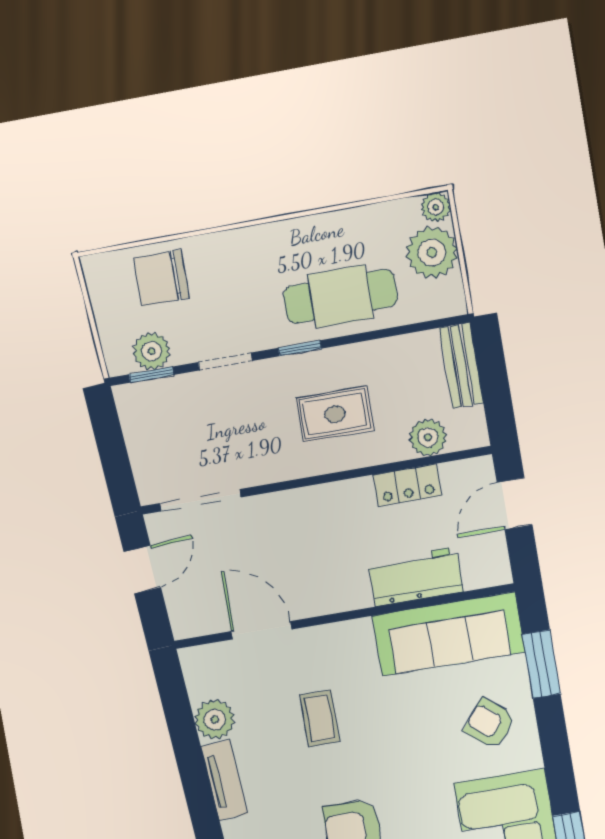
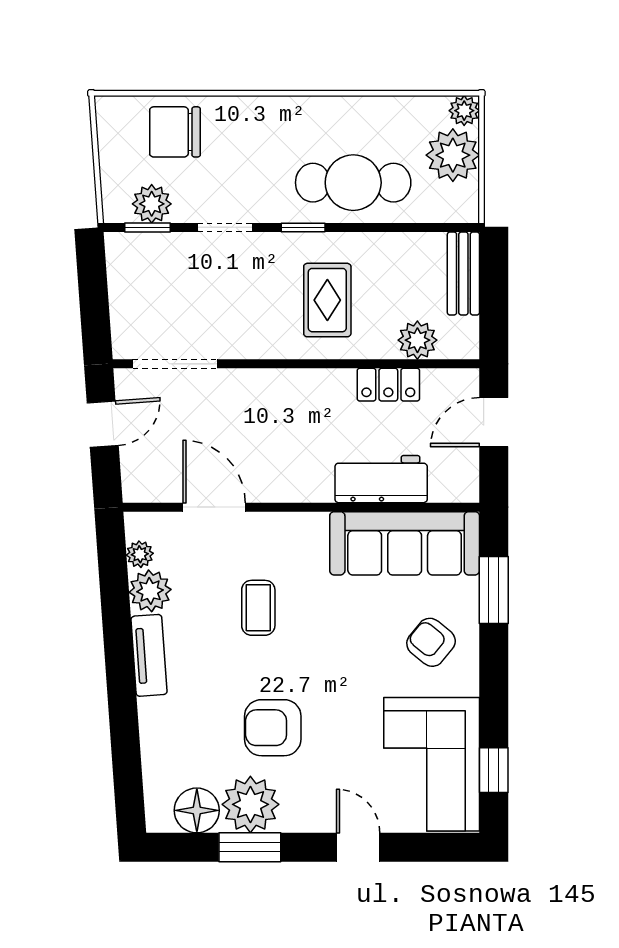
rug: (335, 414) -> (327, 300), turned 90
plant: (199, 686) -> (140, 554), added

